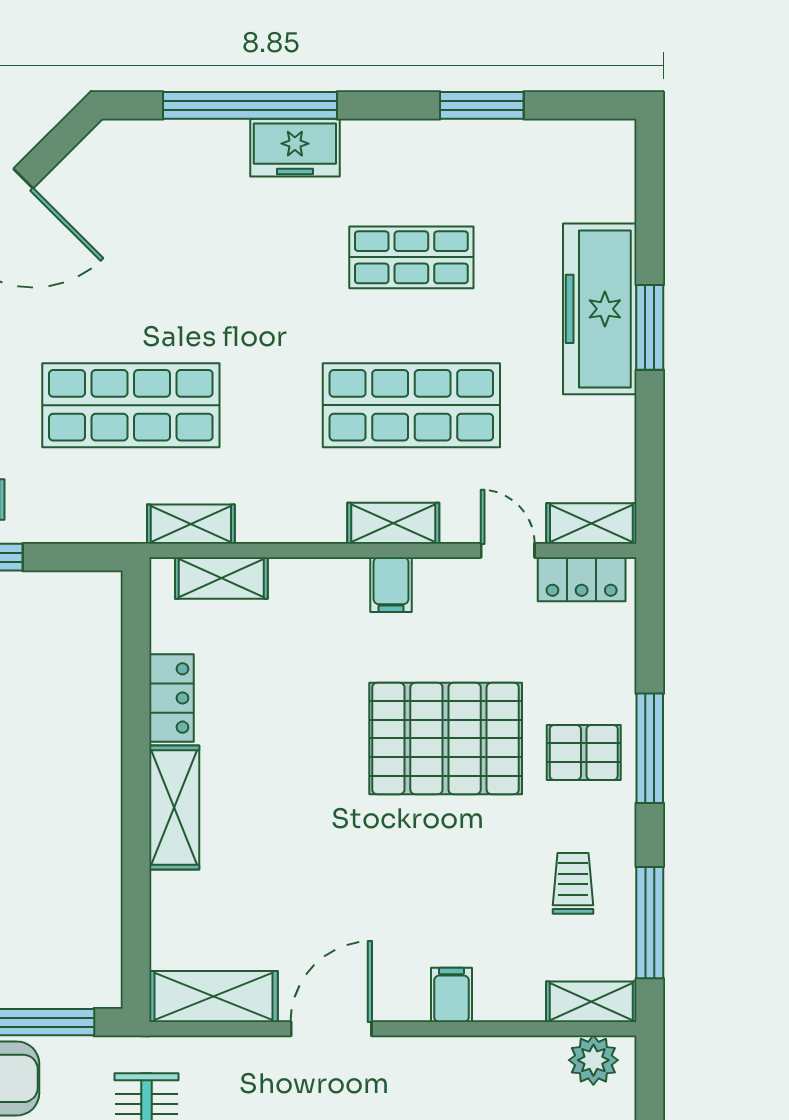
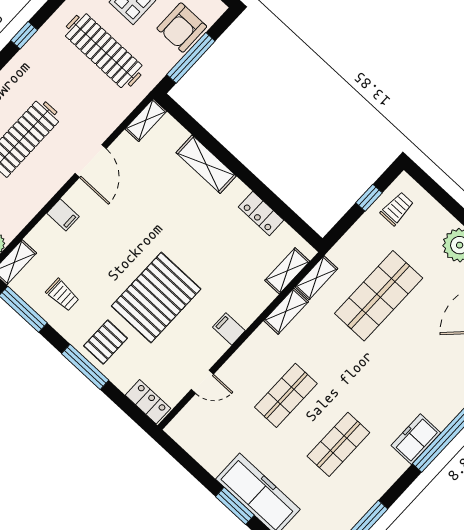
shop shelf: (411, 405) -> (286, 395), width x0.70, depth x0.74
shelving: (393, 523) -> (286, 311), moved
shelving: (591, 524) -> (184, 420), removed
locker: (582, 579) -> (148, 402), moved, turned 90
shelving: (174, 808) -> (206, 164), moved
shelving: (213, 996) -> (146, 120), width x0.67, depth x0.75

